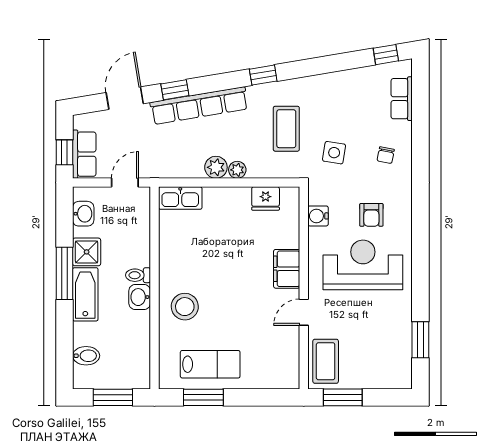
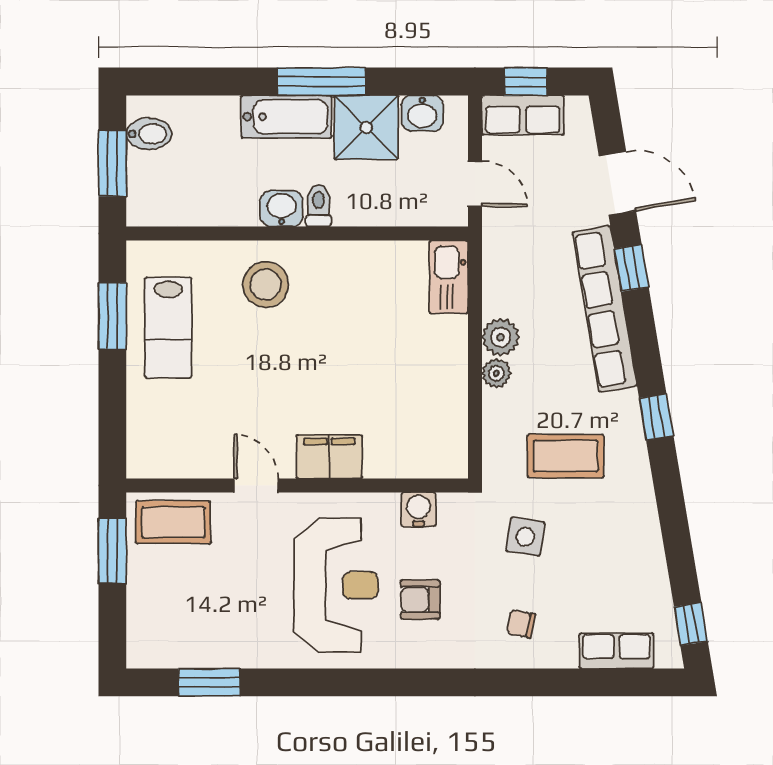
fridge: (266, 198) -> (448, 421), removed
shower: (87, 252) -> (366, 127), width x1.36, depth x1.36
bidet: (86, 356) -> (149, 134), moved, turned -90

